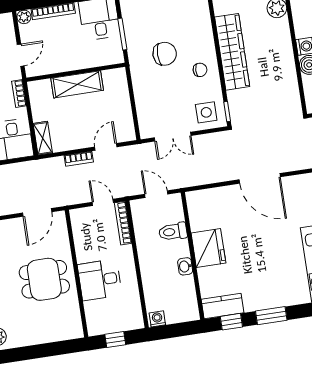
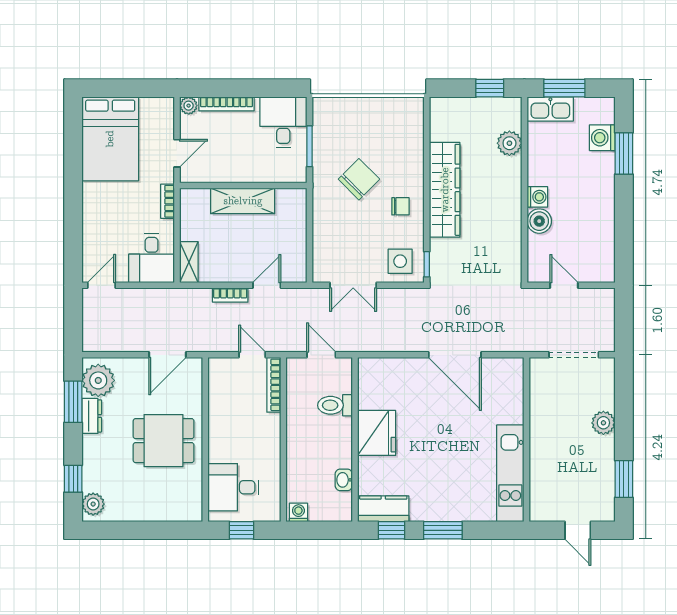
chair: (165, 54) -> (359, 179), turned -45
washbasin: (185, 266) -> (344, 480), moved
desk: (100, 280) -> (233, 487), moved

